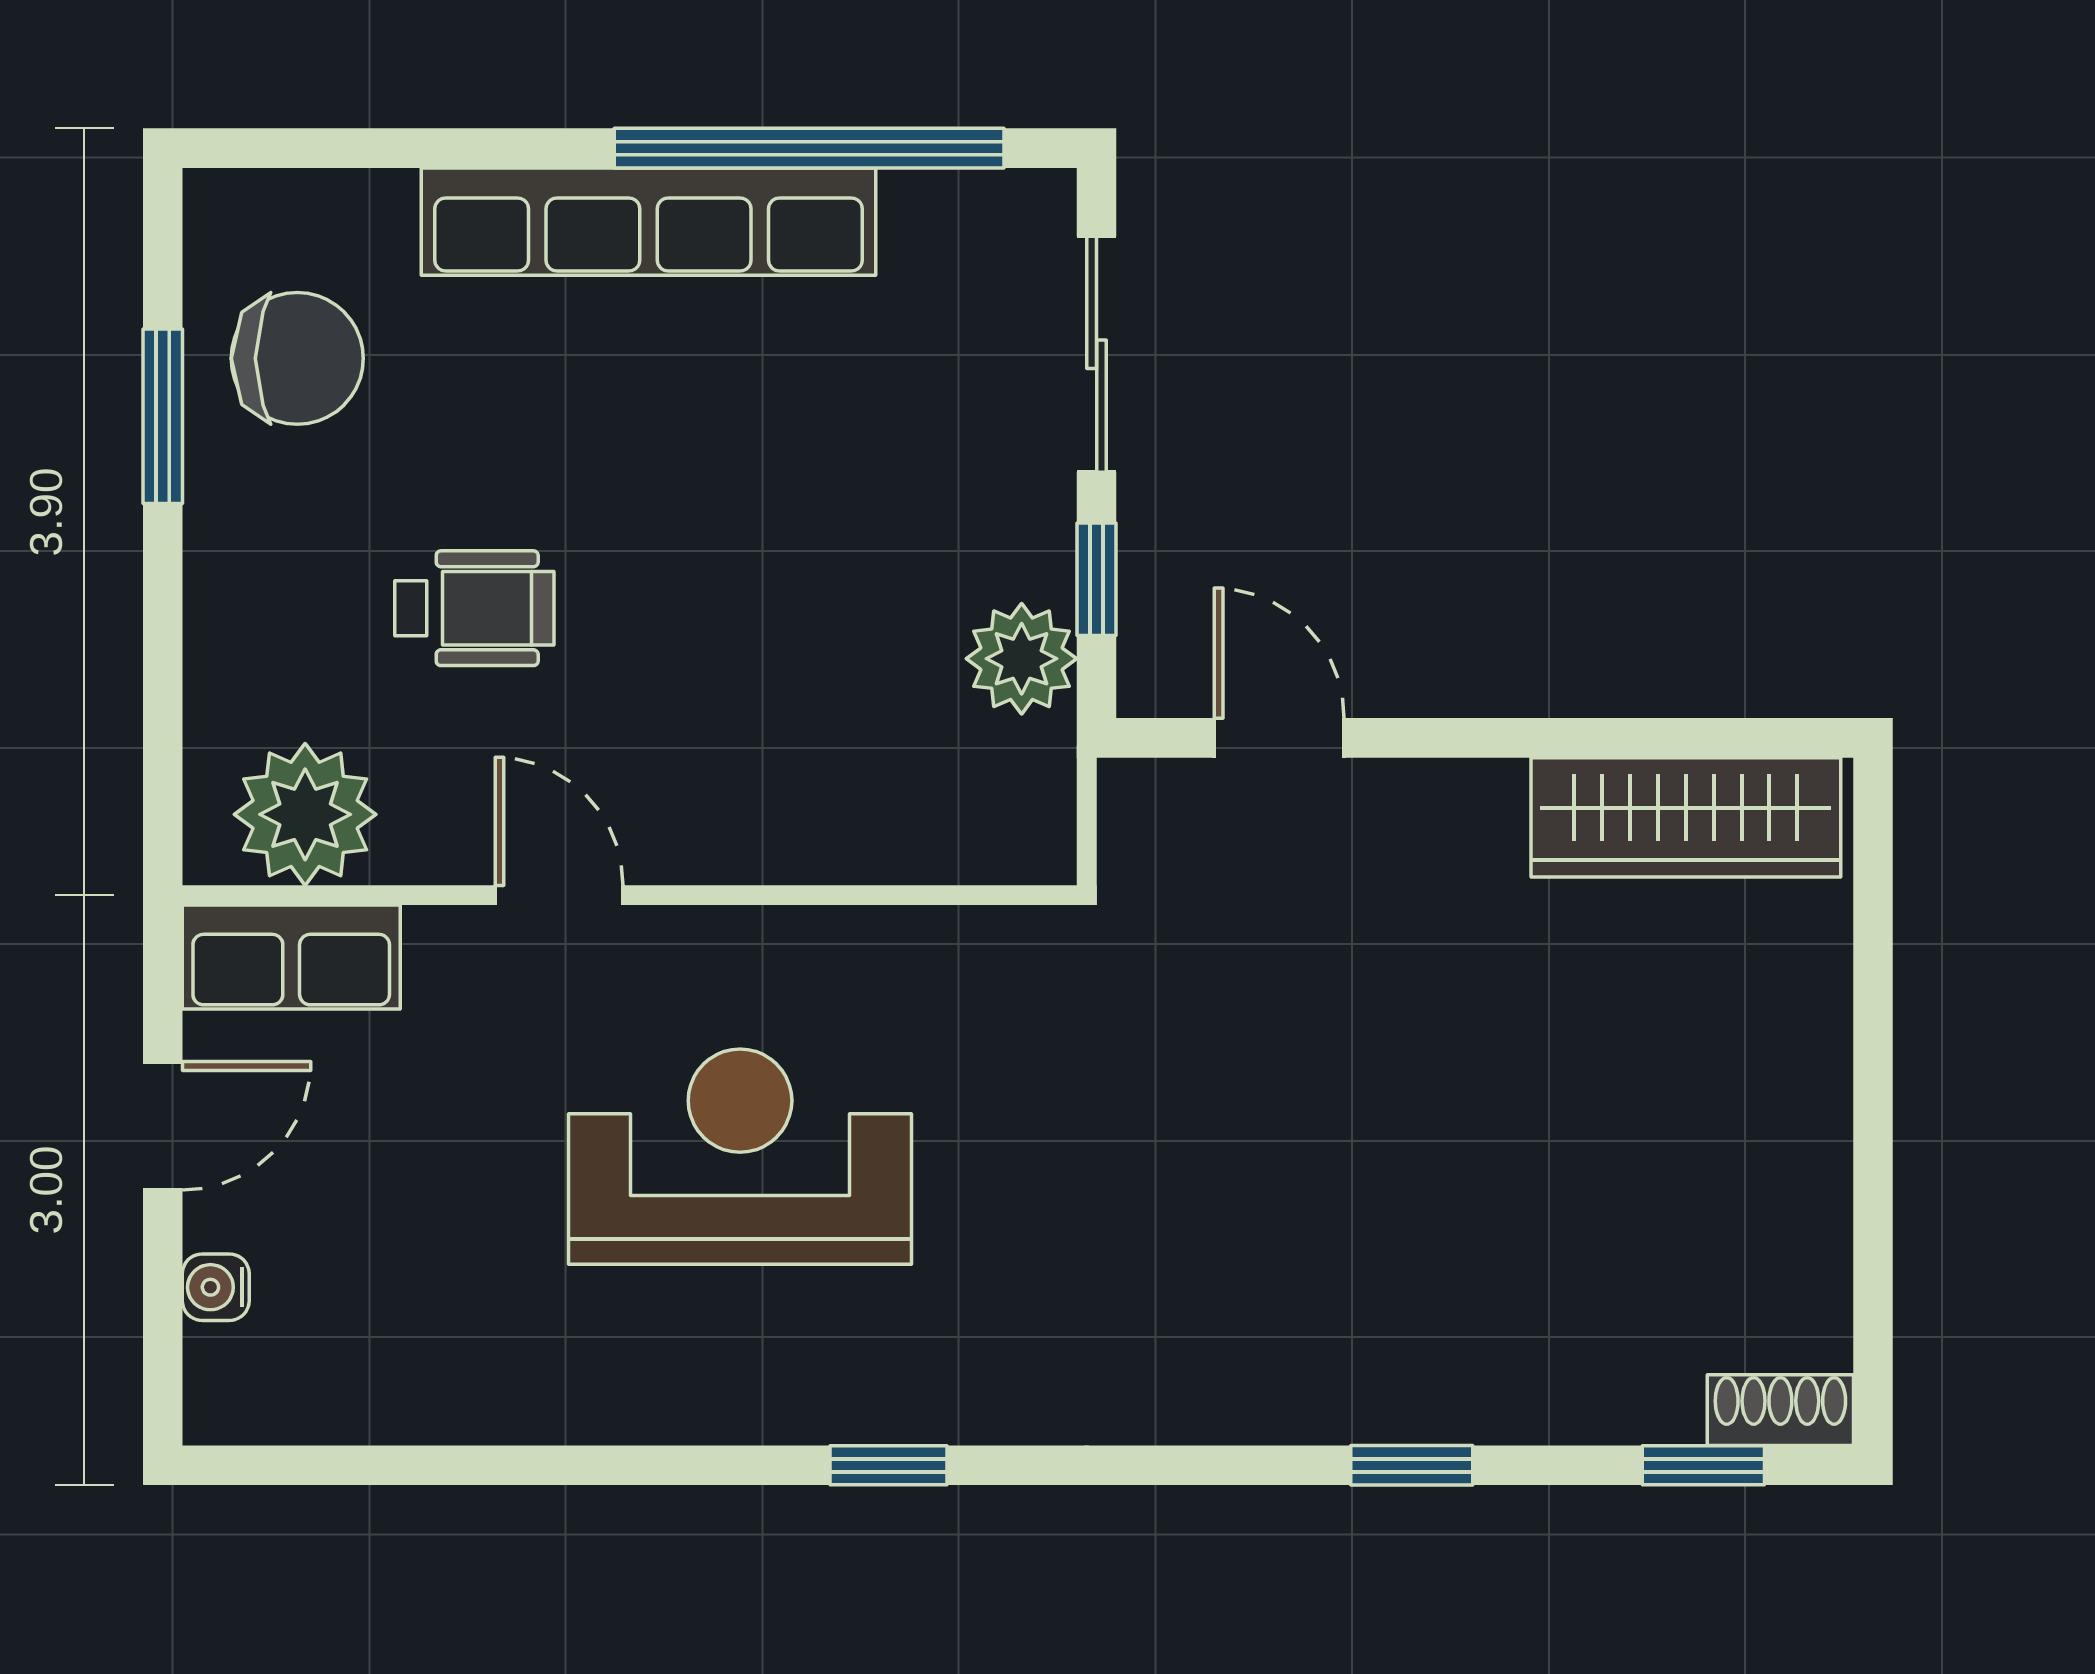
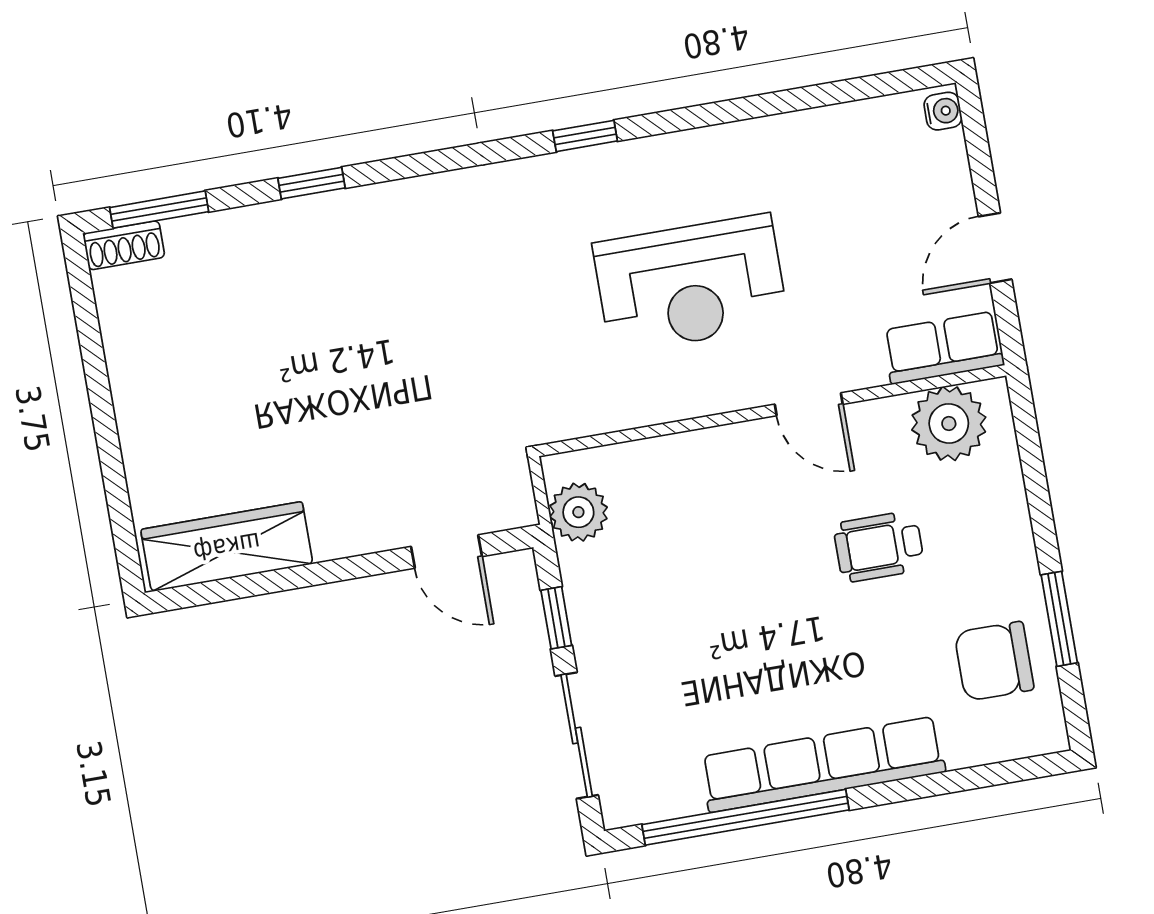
plant: (1022, 659) -> (578, 512), moved
water cooler: (216, 1287) -> (943, 111), moved
window: (1703, 1465) -> (159, 210), width x1.50

